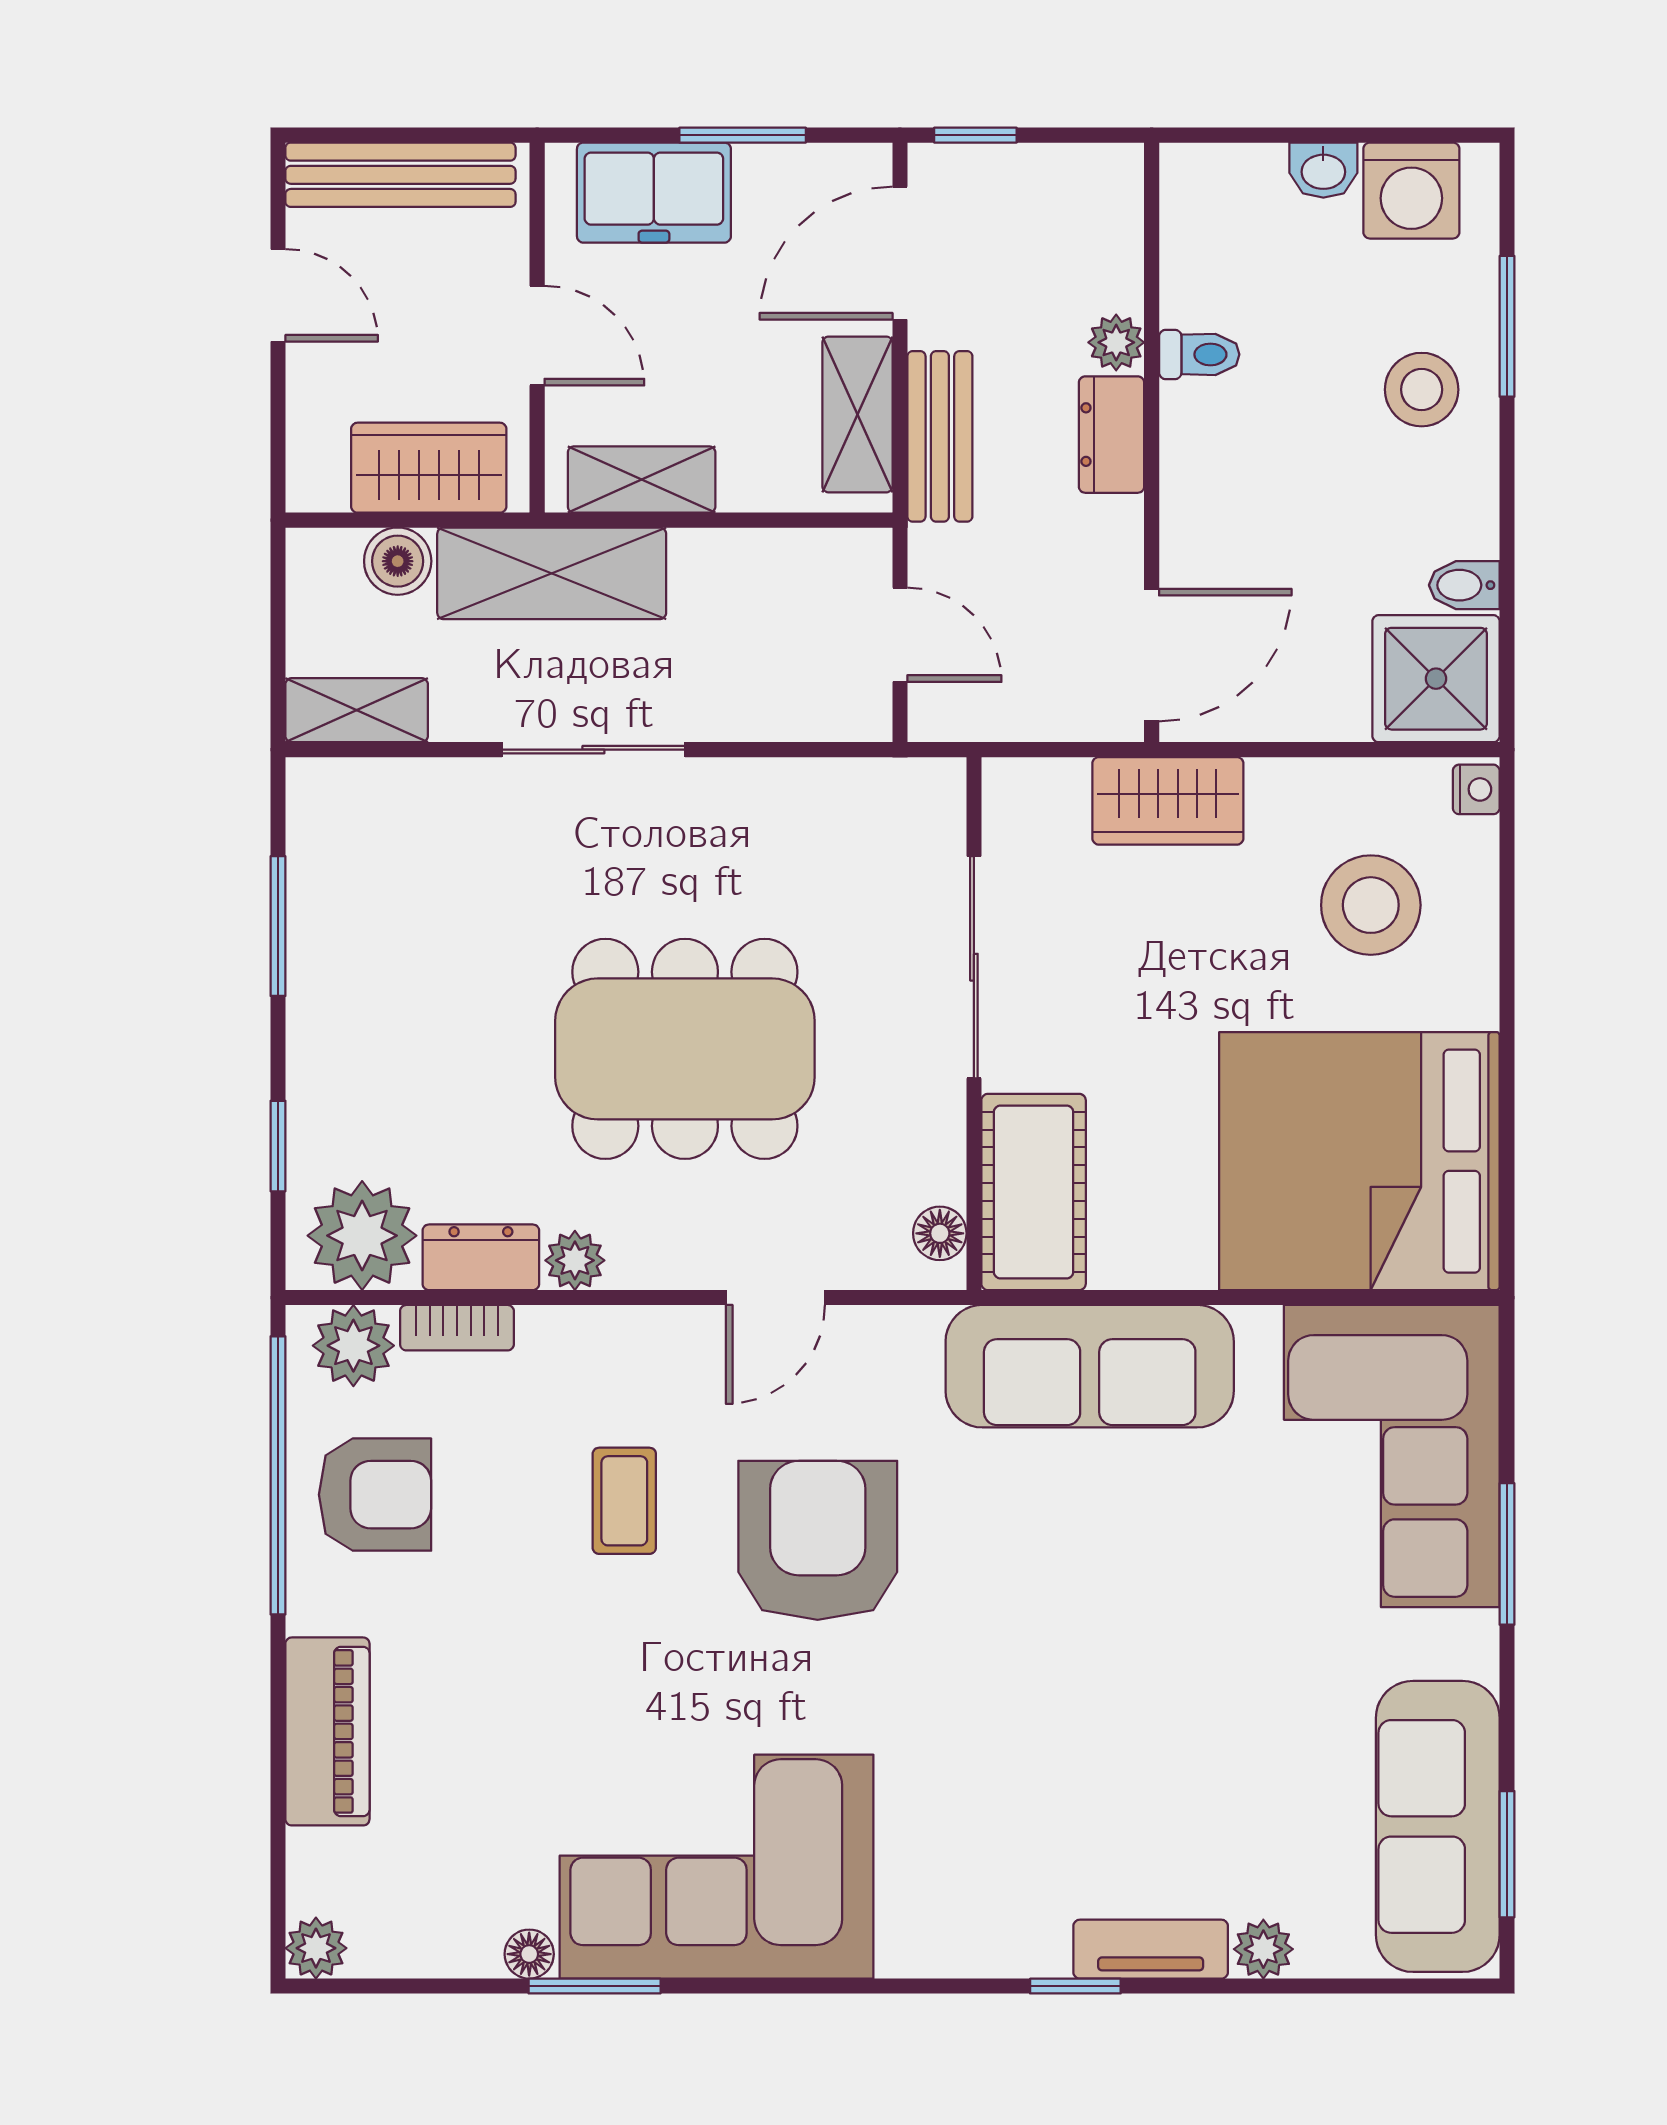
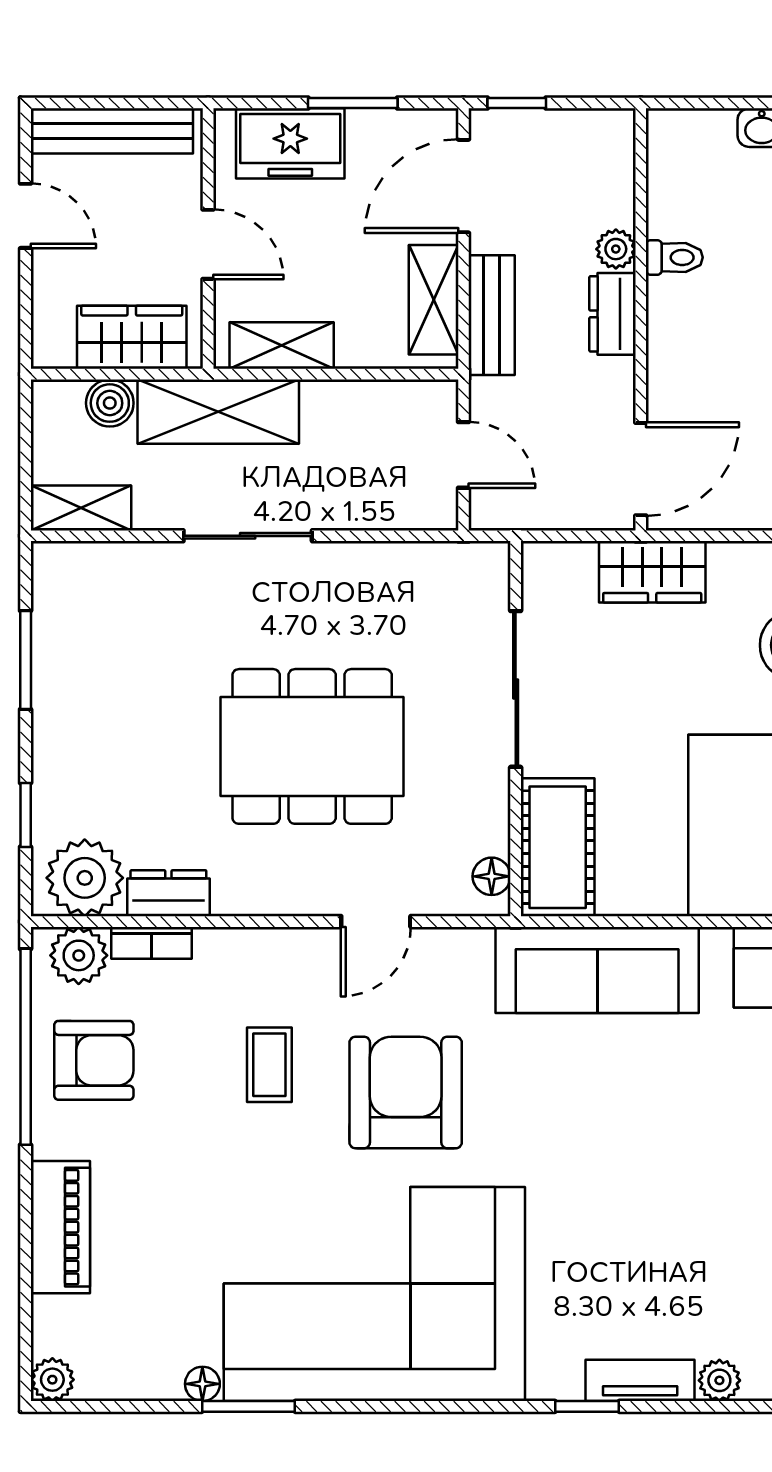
plant: (575, 1260) -> (235, 895), removed
corner sofa: (717, 1867) -> (374, 1294), width x1.36, depth x1.36

